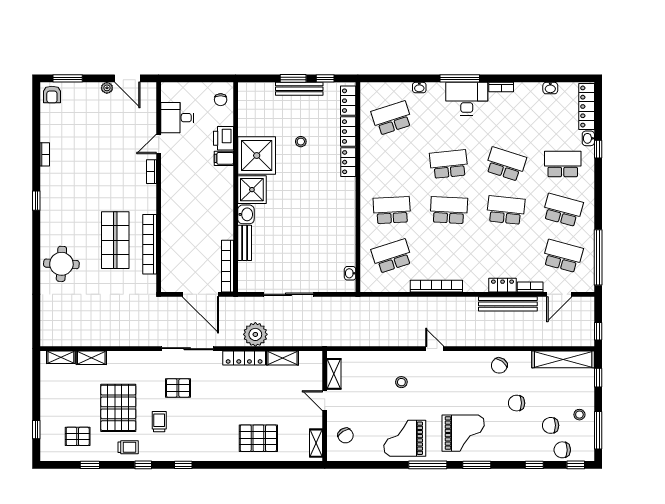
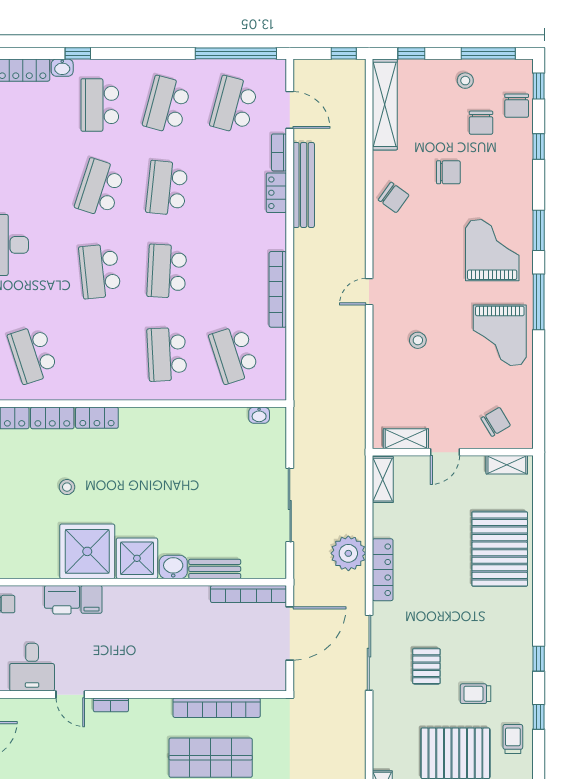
shelving: (282, 358) -> (383, 480), moved
chair: (517, 403) -> (448, 172), turned -90
pallet: (258, 438) -> (500, 549), width x1.37, depth x1.41

